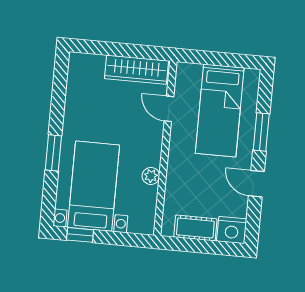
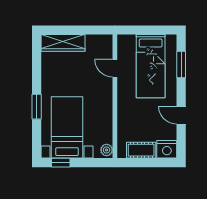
wardrobe: (136, 70) -> (63, 43), moved
window: (261, 132) -> (181, 64), moved
plant: (151, 176) -> (107, 150), moved

